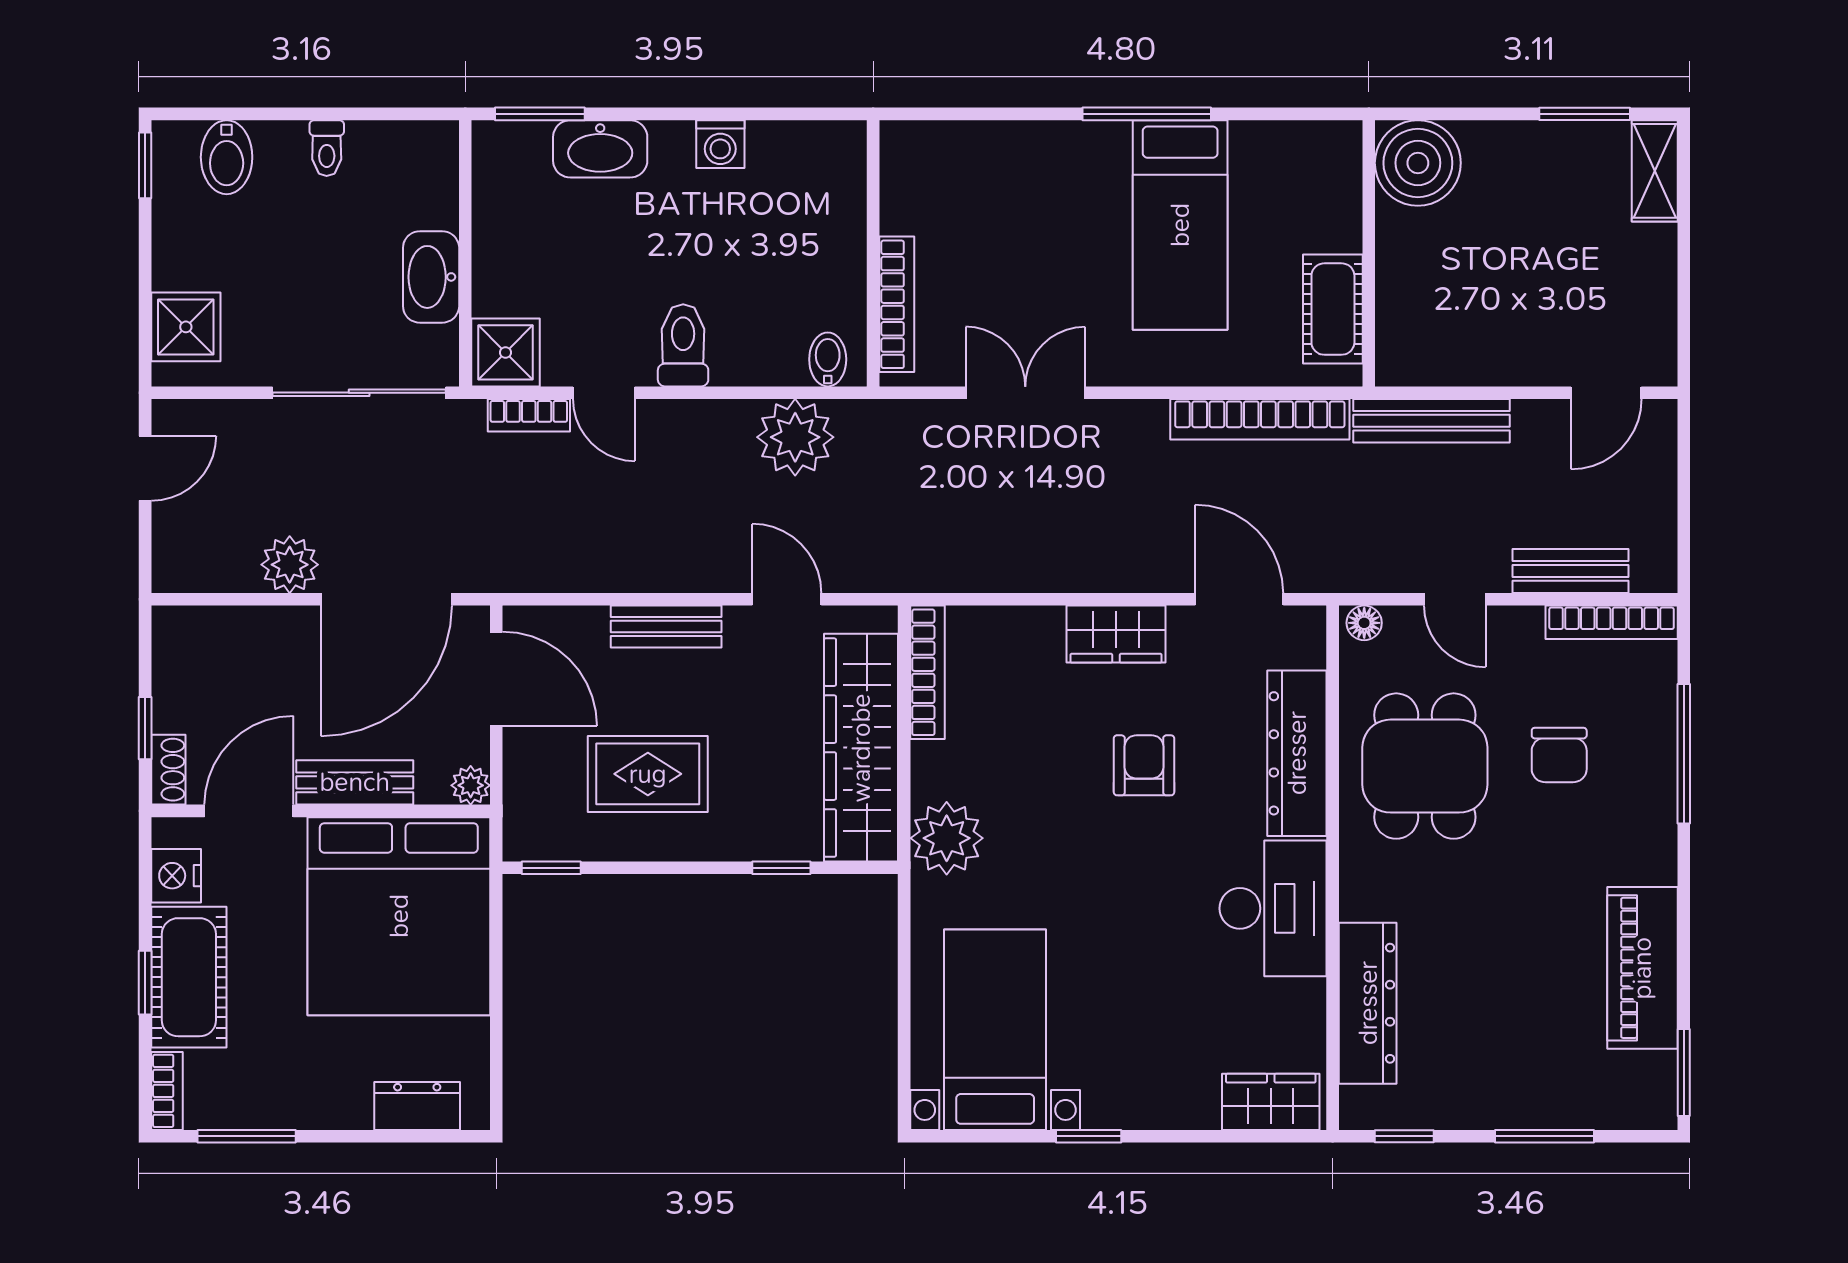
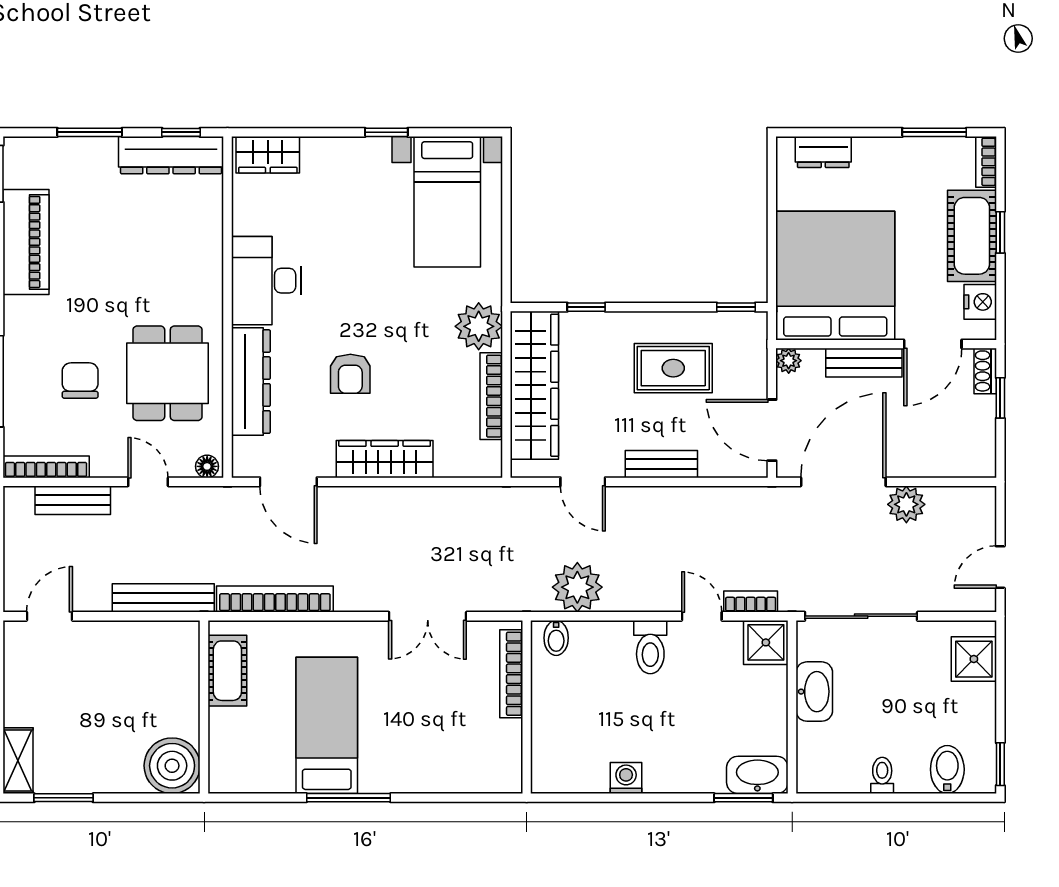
washbasin: (600, 149) -> (757, 775), moved
wardrobe: (1116, 634) -> (385, 459), width x1.50
bookcase: (927, 672) -> (491, 396), moved
dresser: (1368, 1003) -> (171, 155), moved, turned -90

